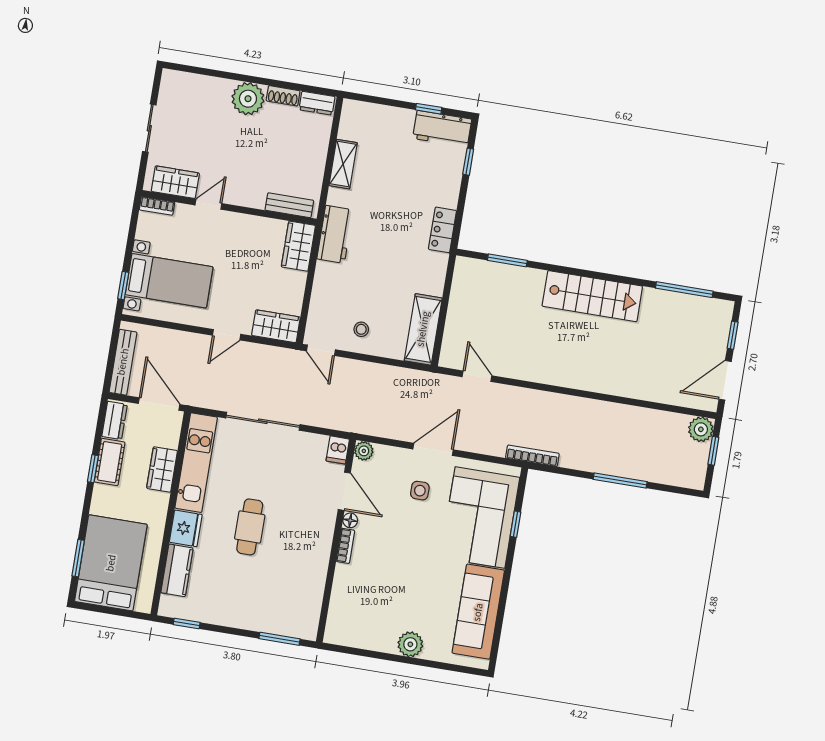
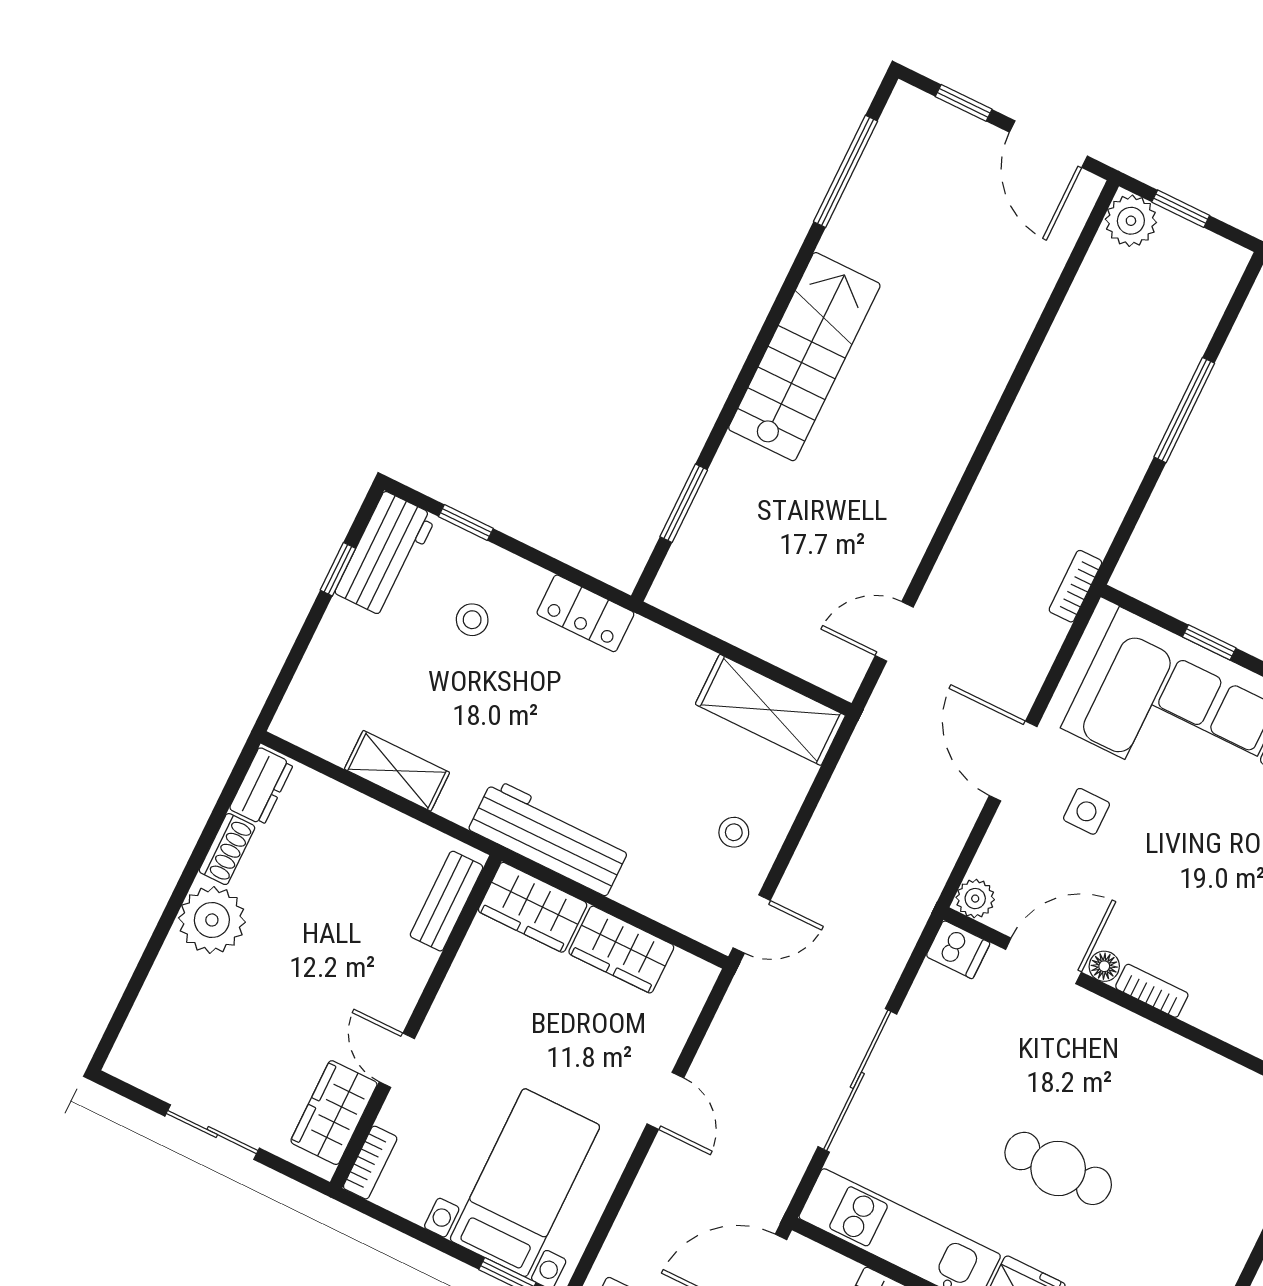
stool: (424, 178) -> (472, 620), added
workbench: (335, 234) -> (550, 837), width x1.38
wardrobe: (276, 326) -> (621, 950), moved, turned -90
bookcase: (532, 456) -> (1075, 586), width x0.64

